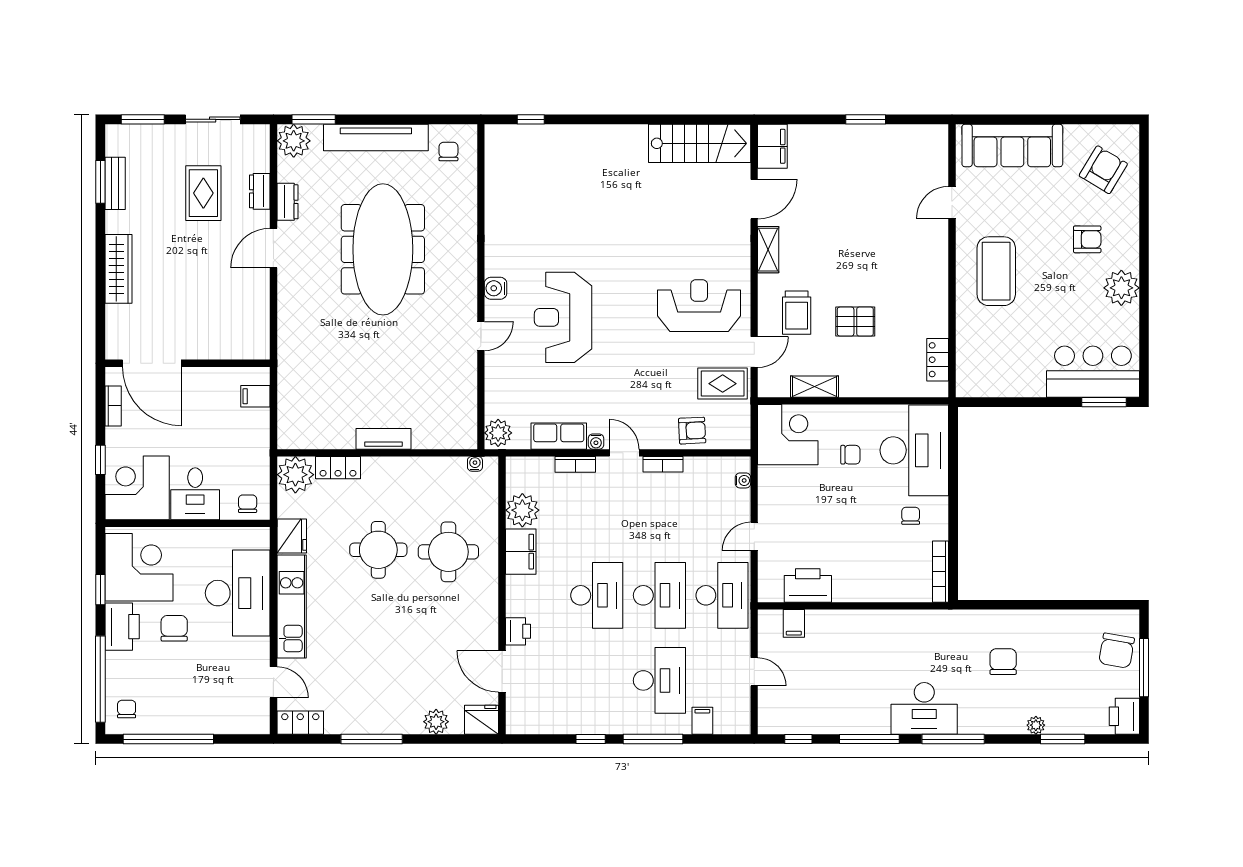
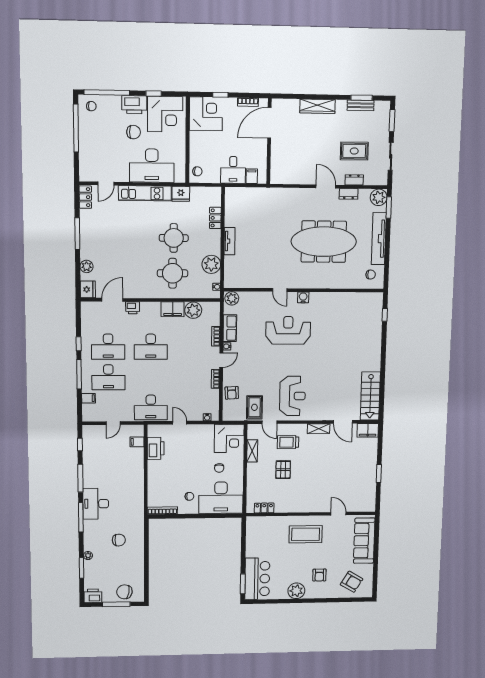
plant: (295, 475) -> (211, 264), moved
desk: (195, 494) -> (233, 170), moved, turned -90
desk: (659, 595) -> (108, 347), moved

